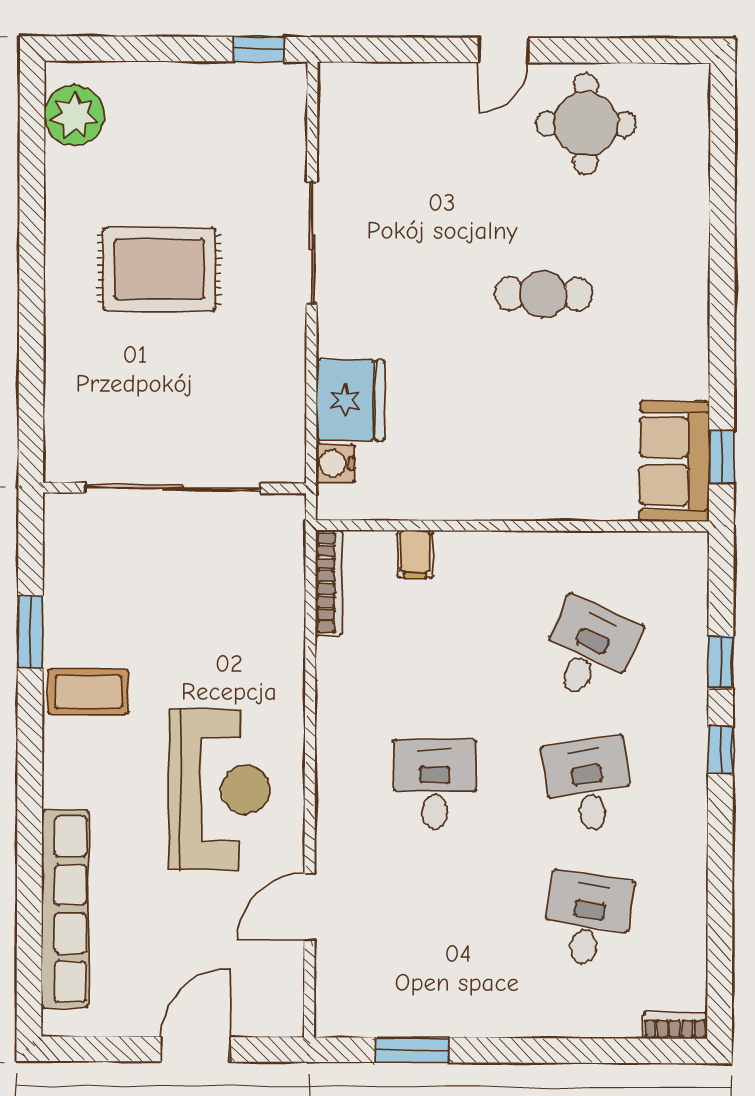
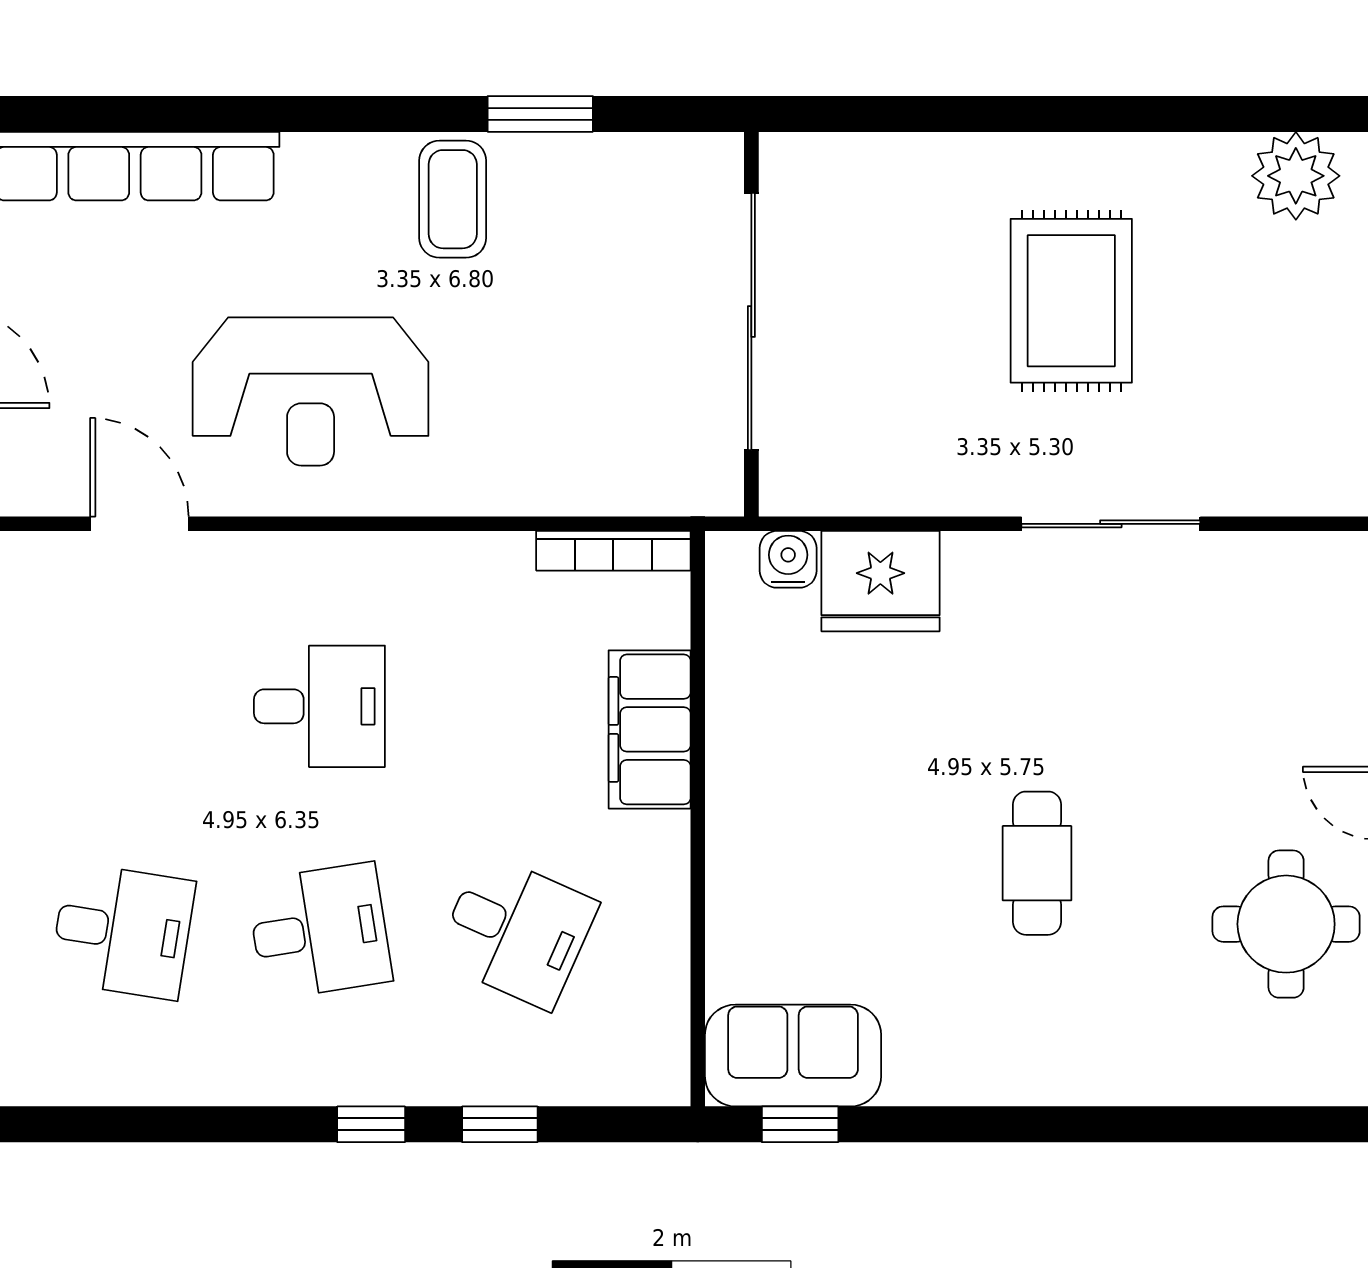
filing cabinet: (415, 554) -> (650, 729), width x3.00, depth x1.17

